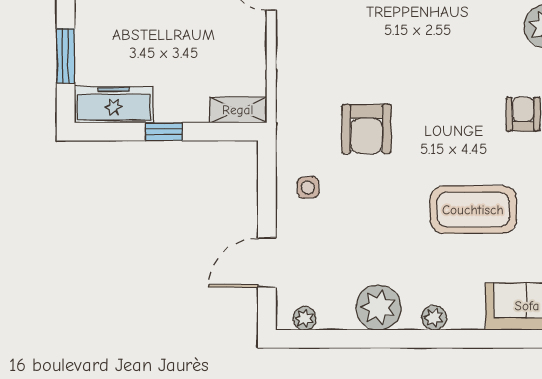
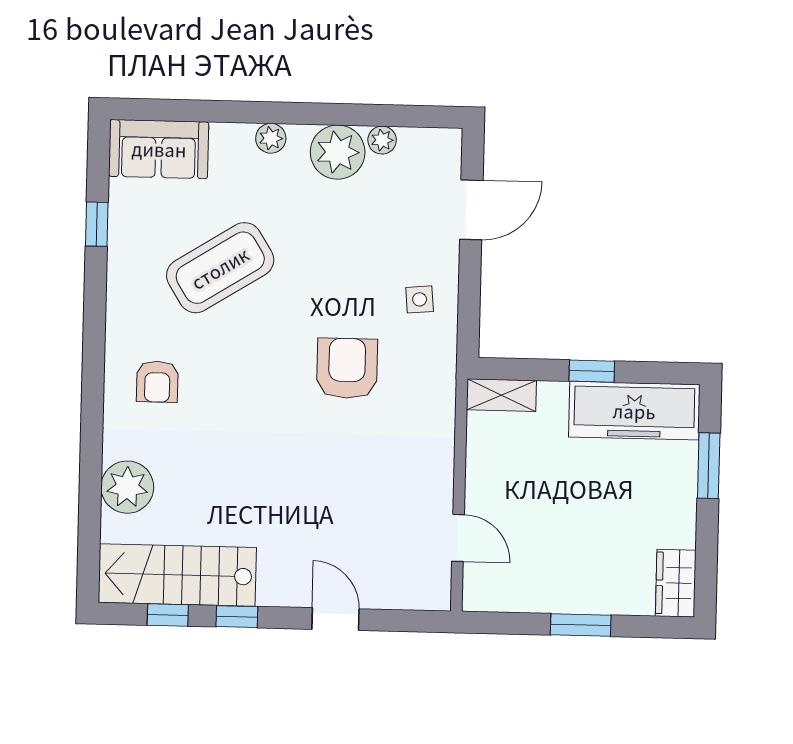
freezer: (114, 105) -> (634, 411), width x1.36, depth x1.26
coffee table: (473, 210) -> (220, 268), turned -32
plant: (305, 318) -> (382, 140), moved

